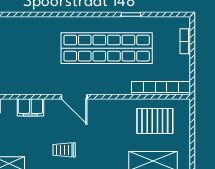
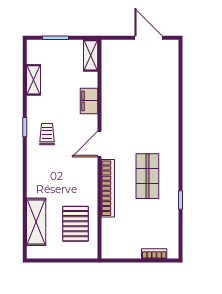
shop shelf: (107, 48) -> (147, 176), width x0.50, depth x0.74
bookcase: (161, 88) -> (108, 188), moved

